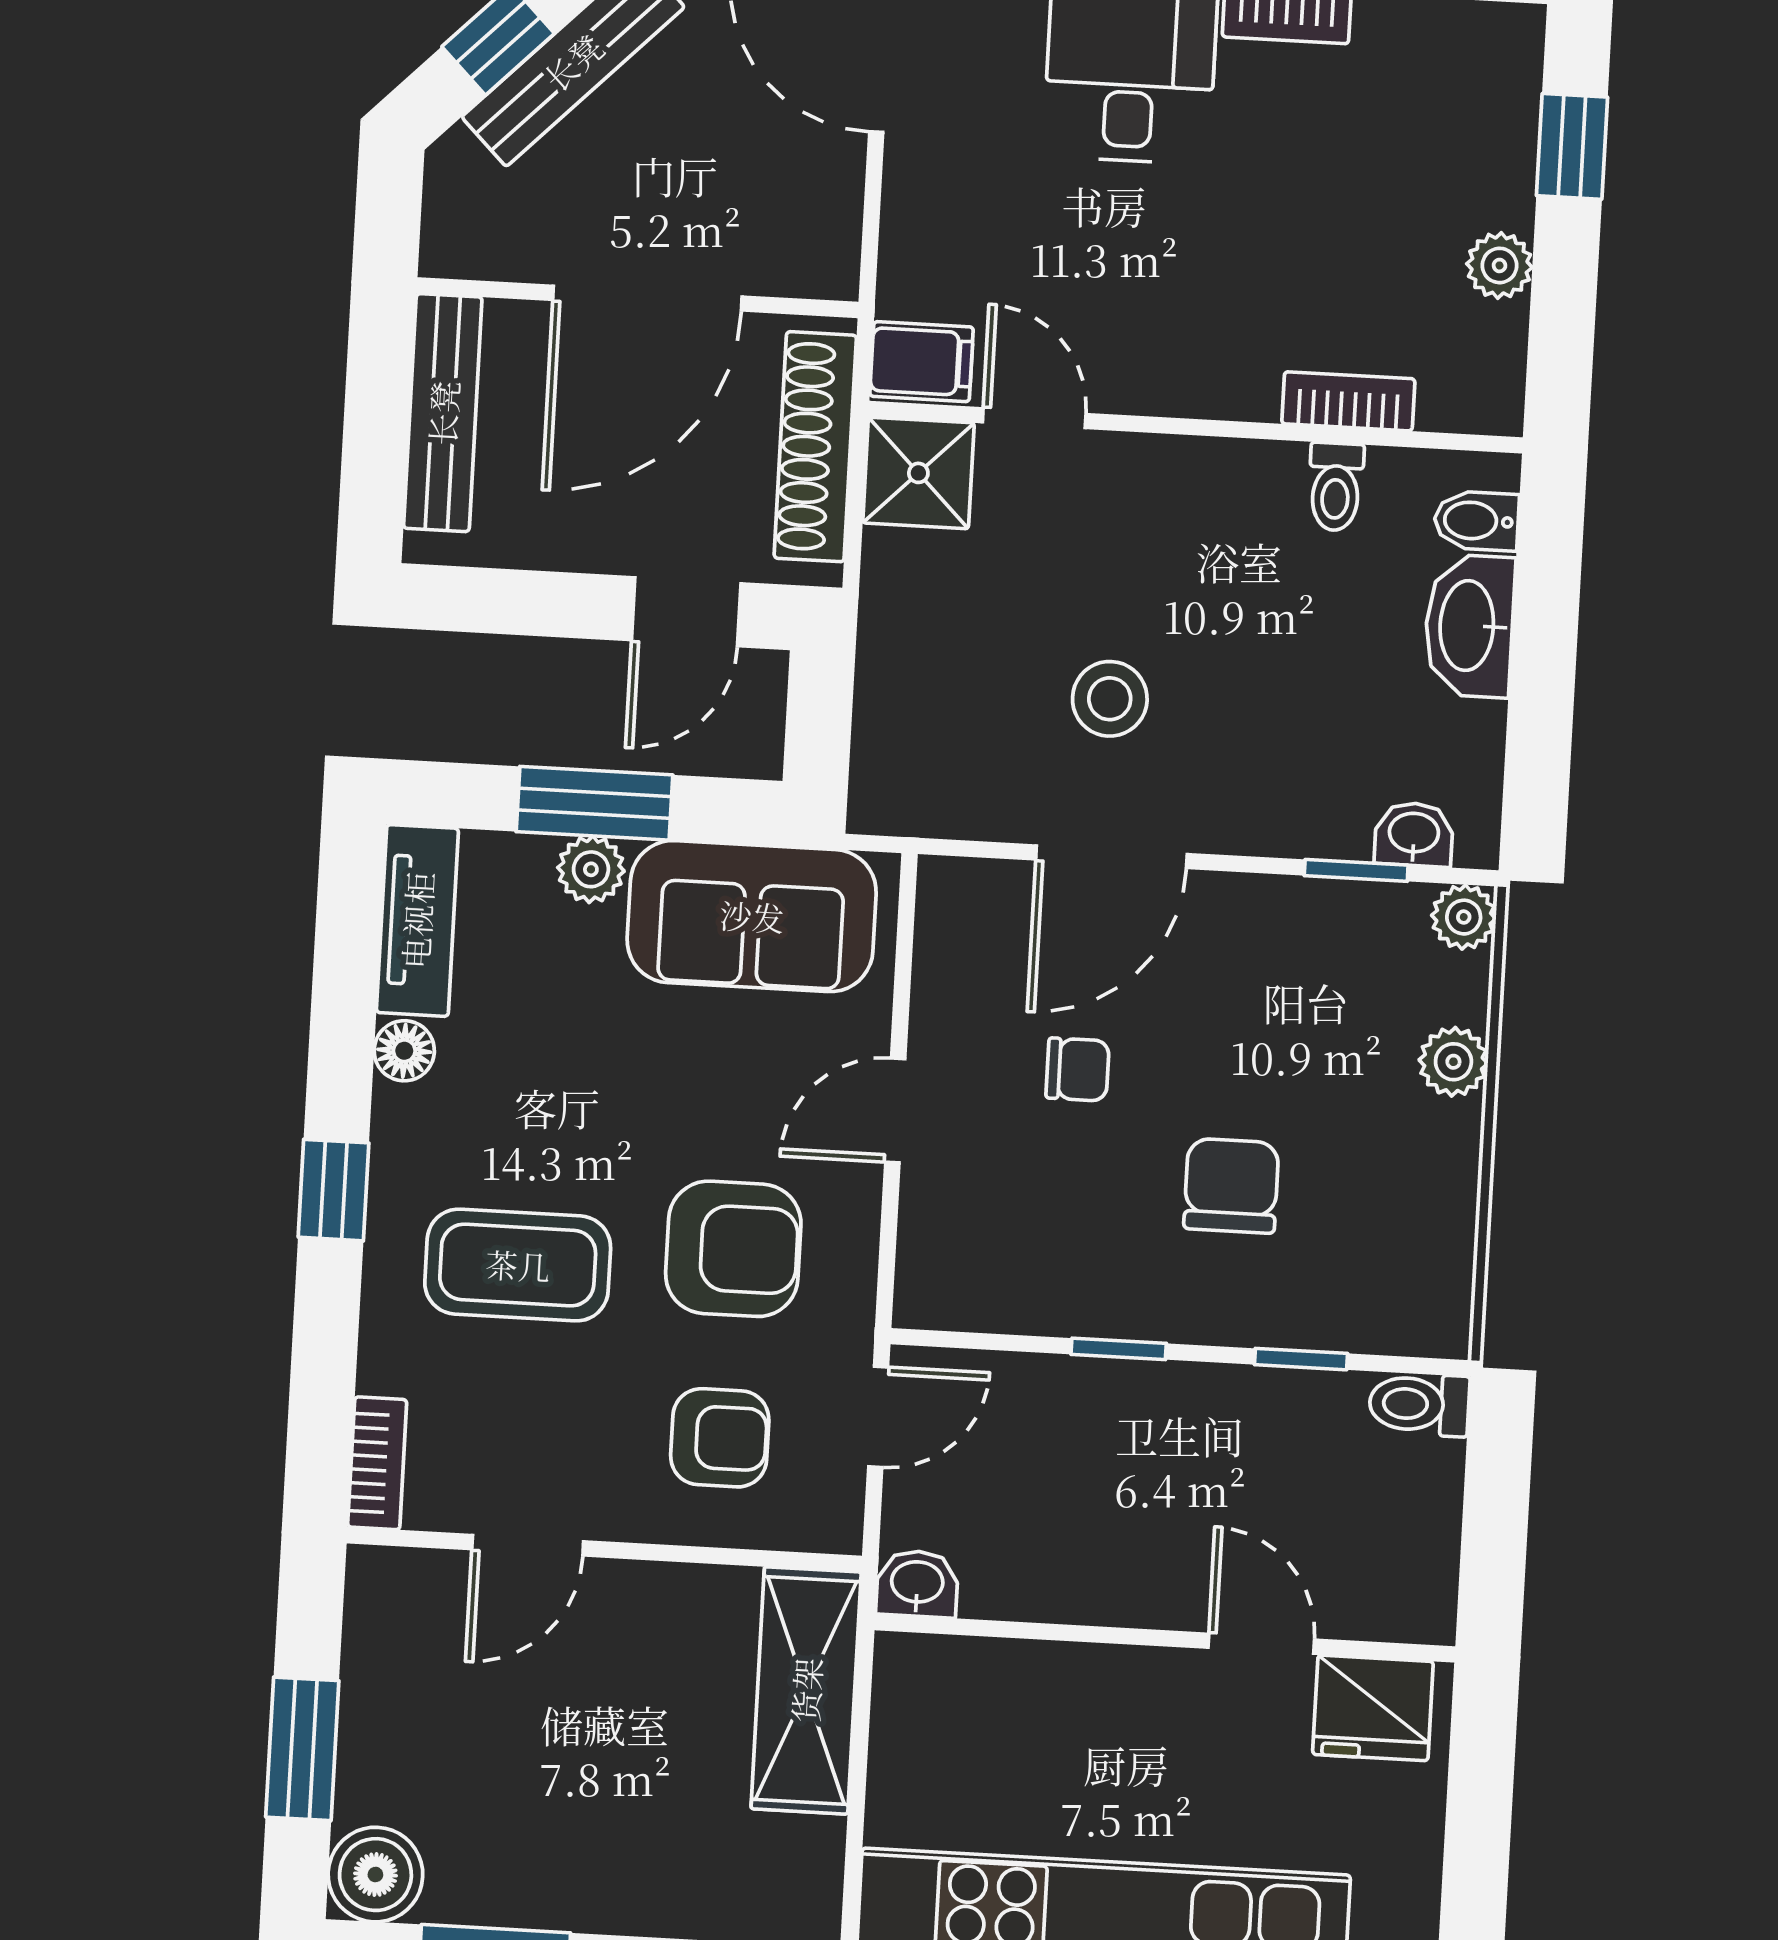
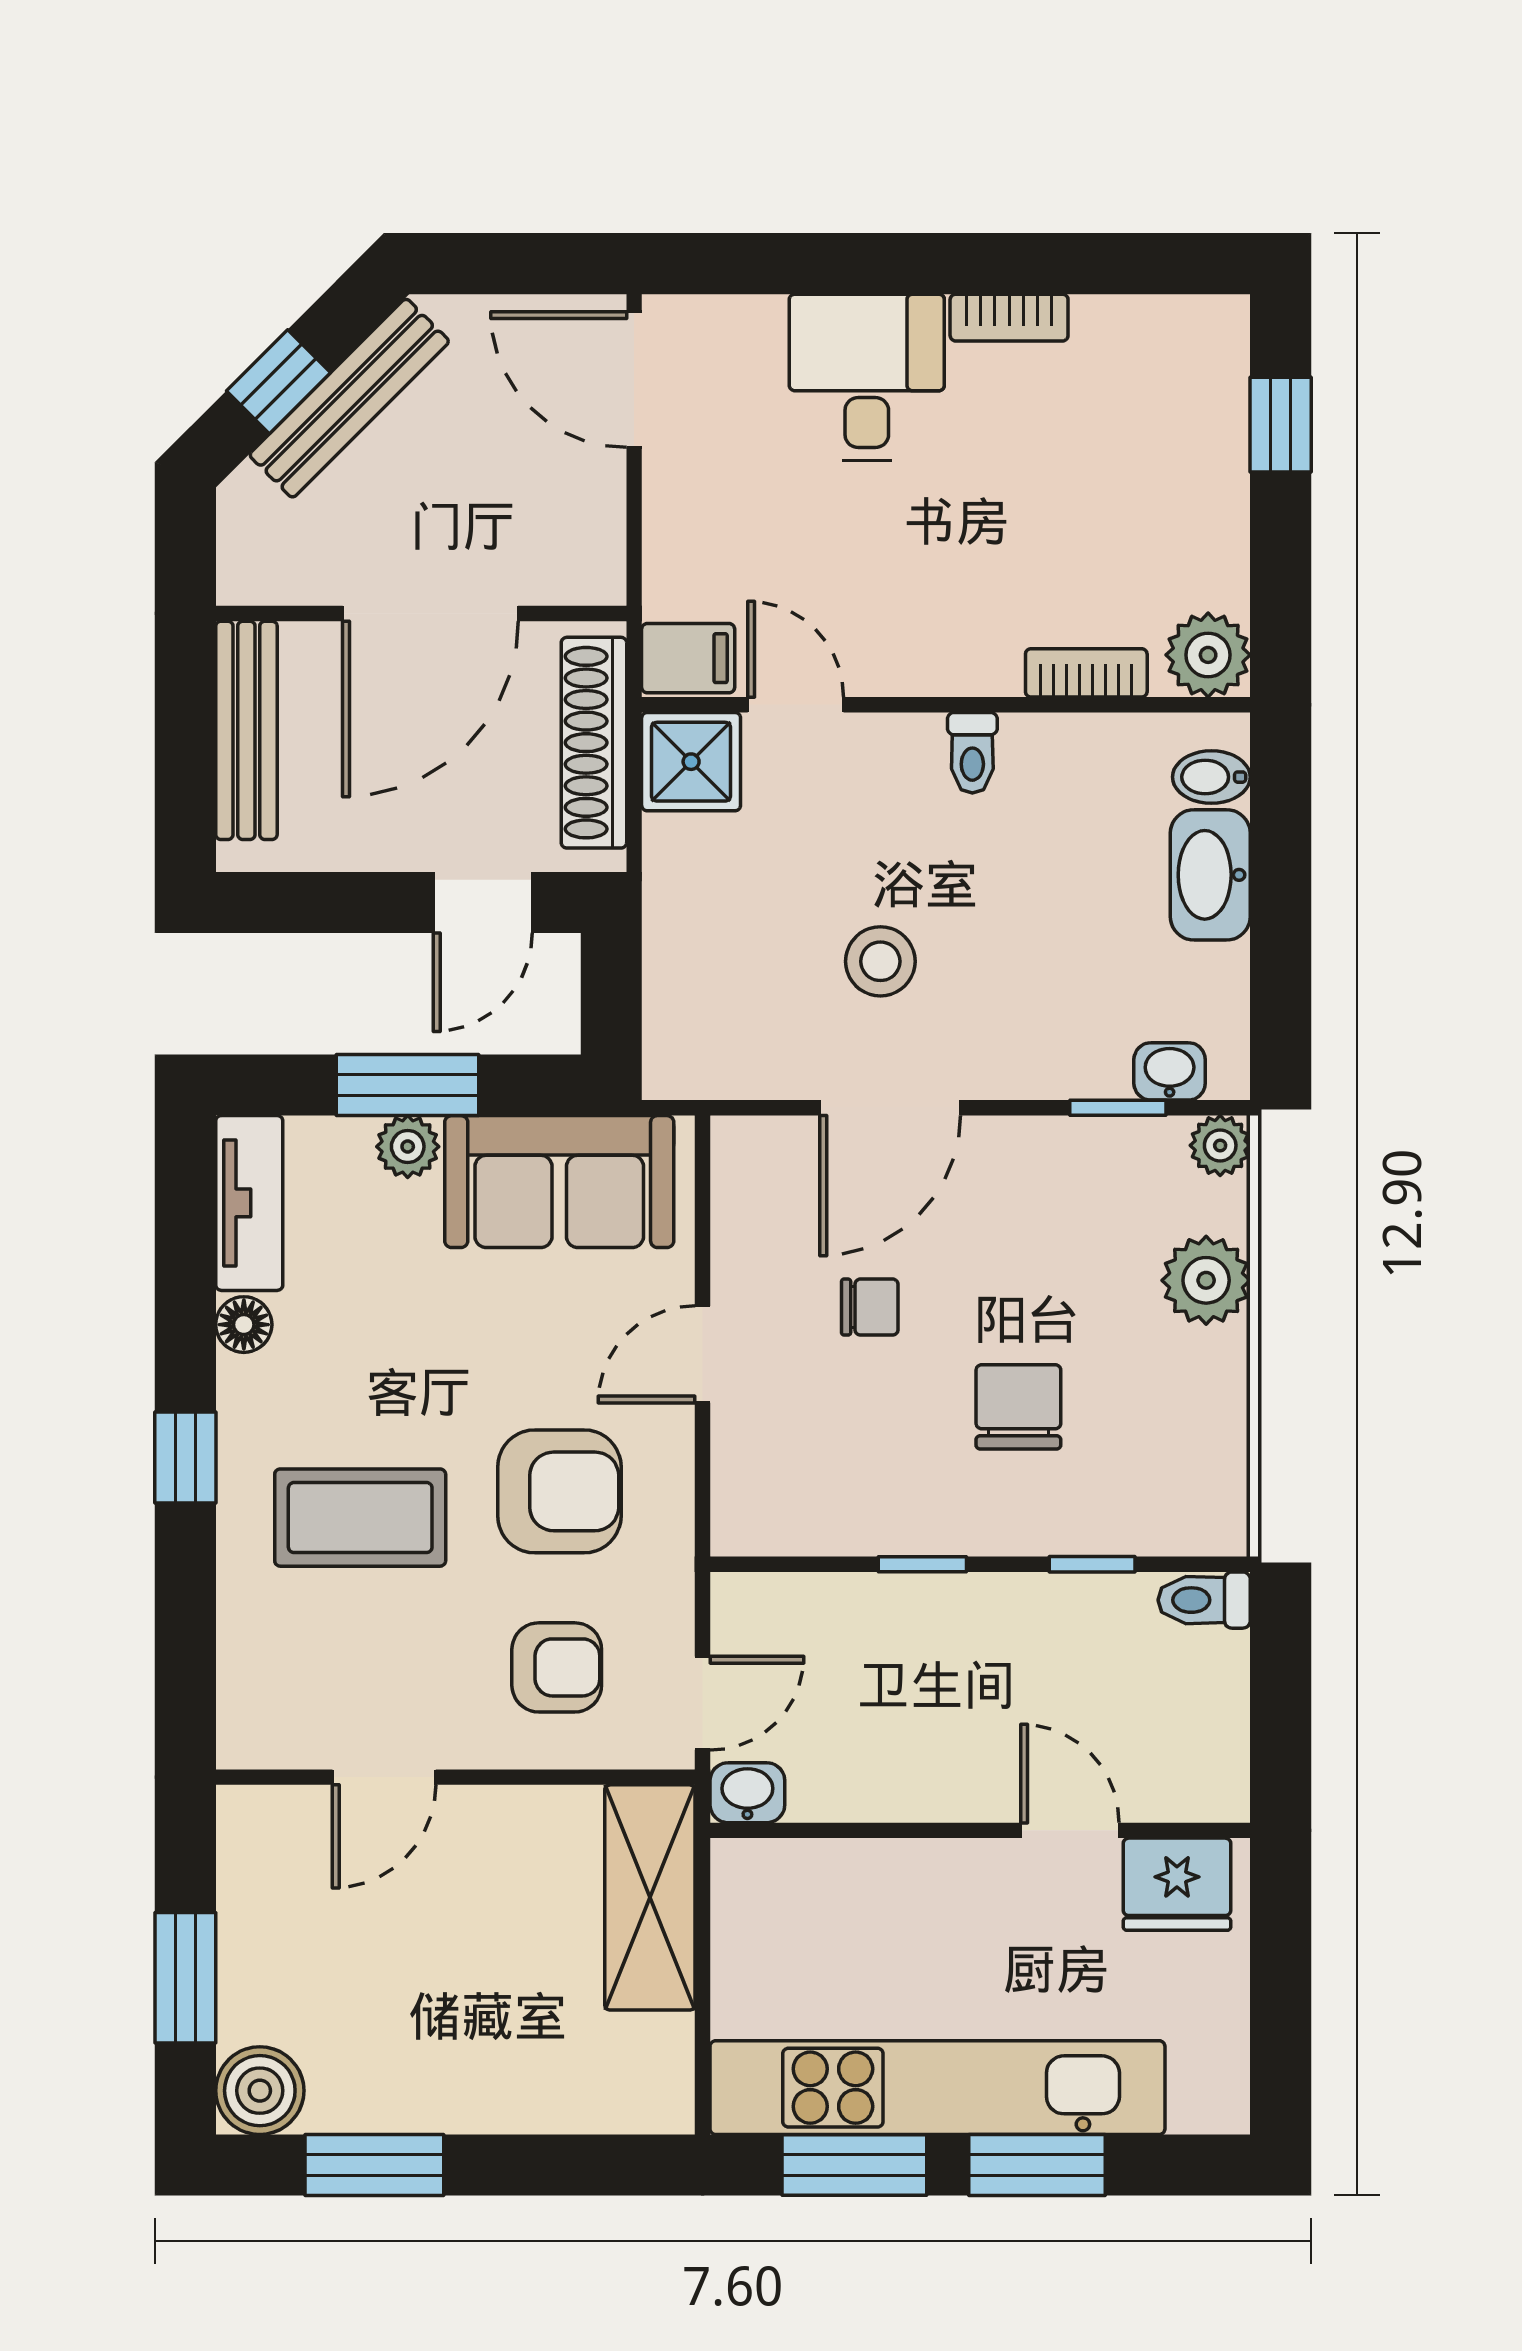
plant: (1500, 265) -> (1208, 655), moved, width x1.38, depth x1.38
toilet: (1336, 487) -> (972, 753), moved
plant: (1453, 1062) -> (1206, 1280), width x1.38, depth x1.38
door: (878, 1417) -> (703, 1703), moved
bookcase: (377, 1463) -> (240, 1709), removed

